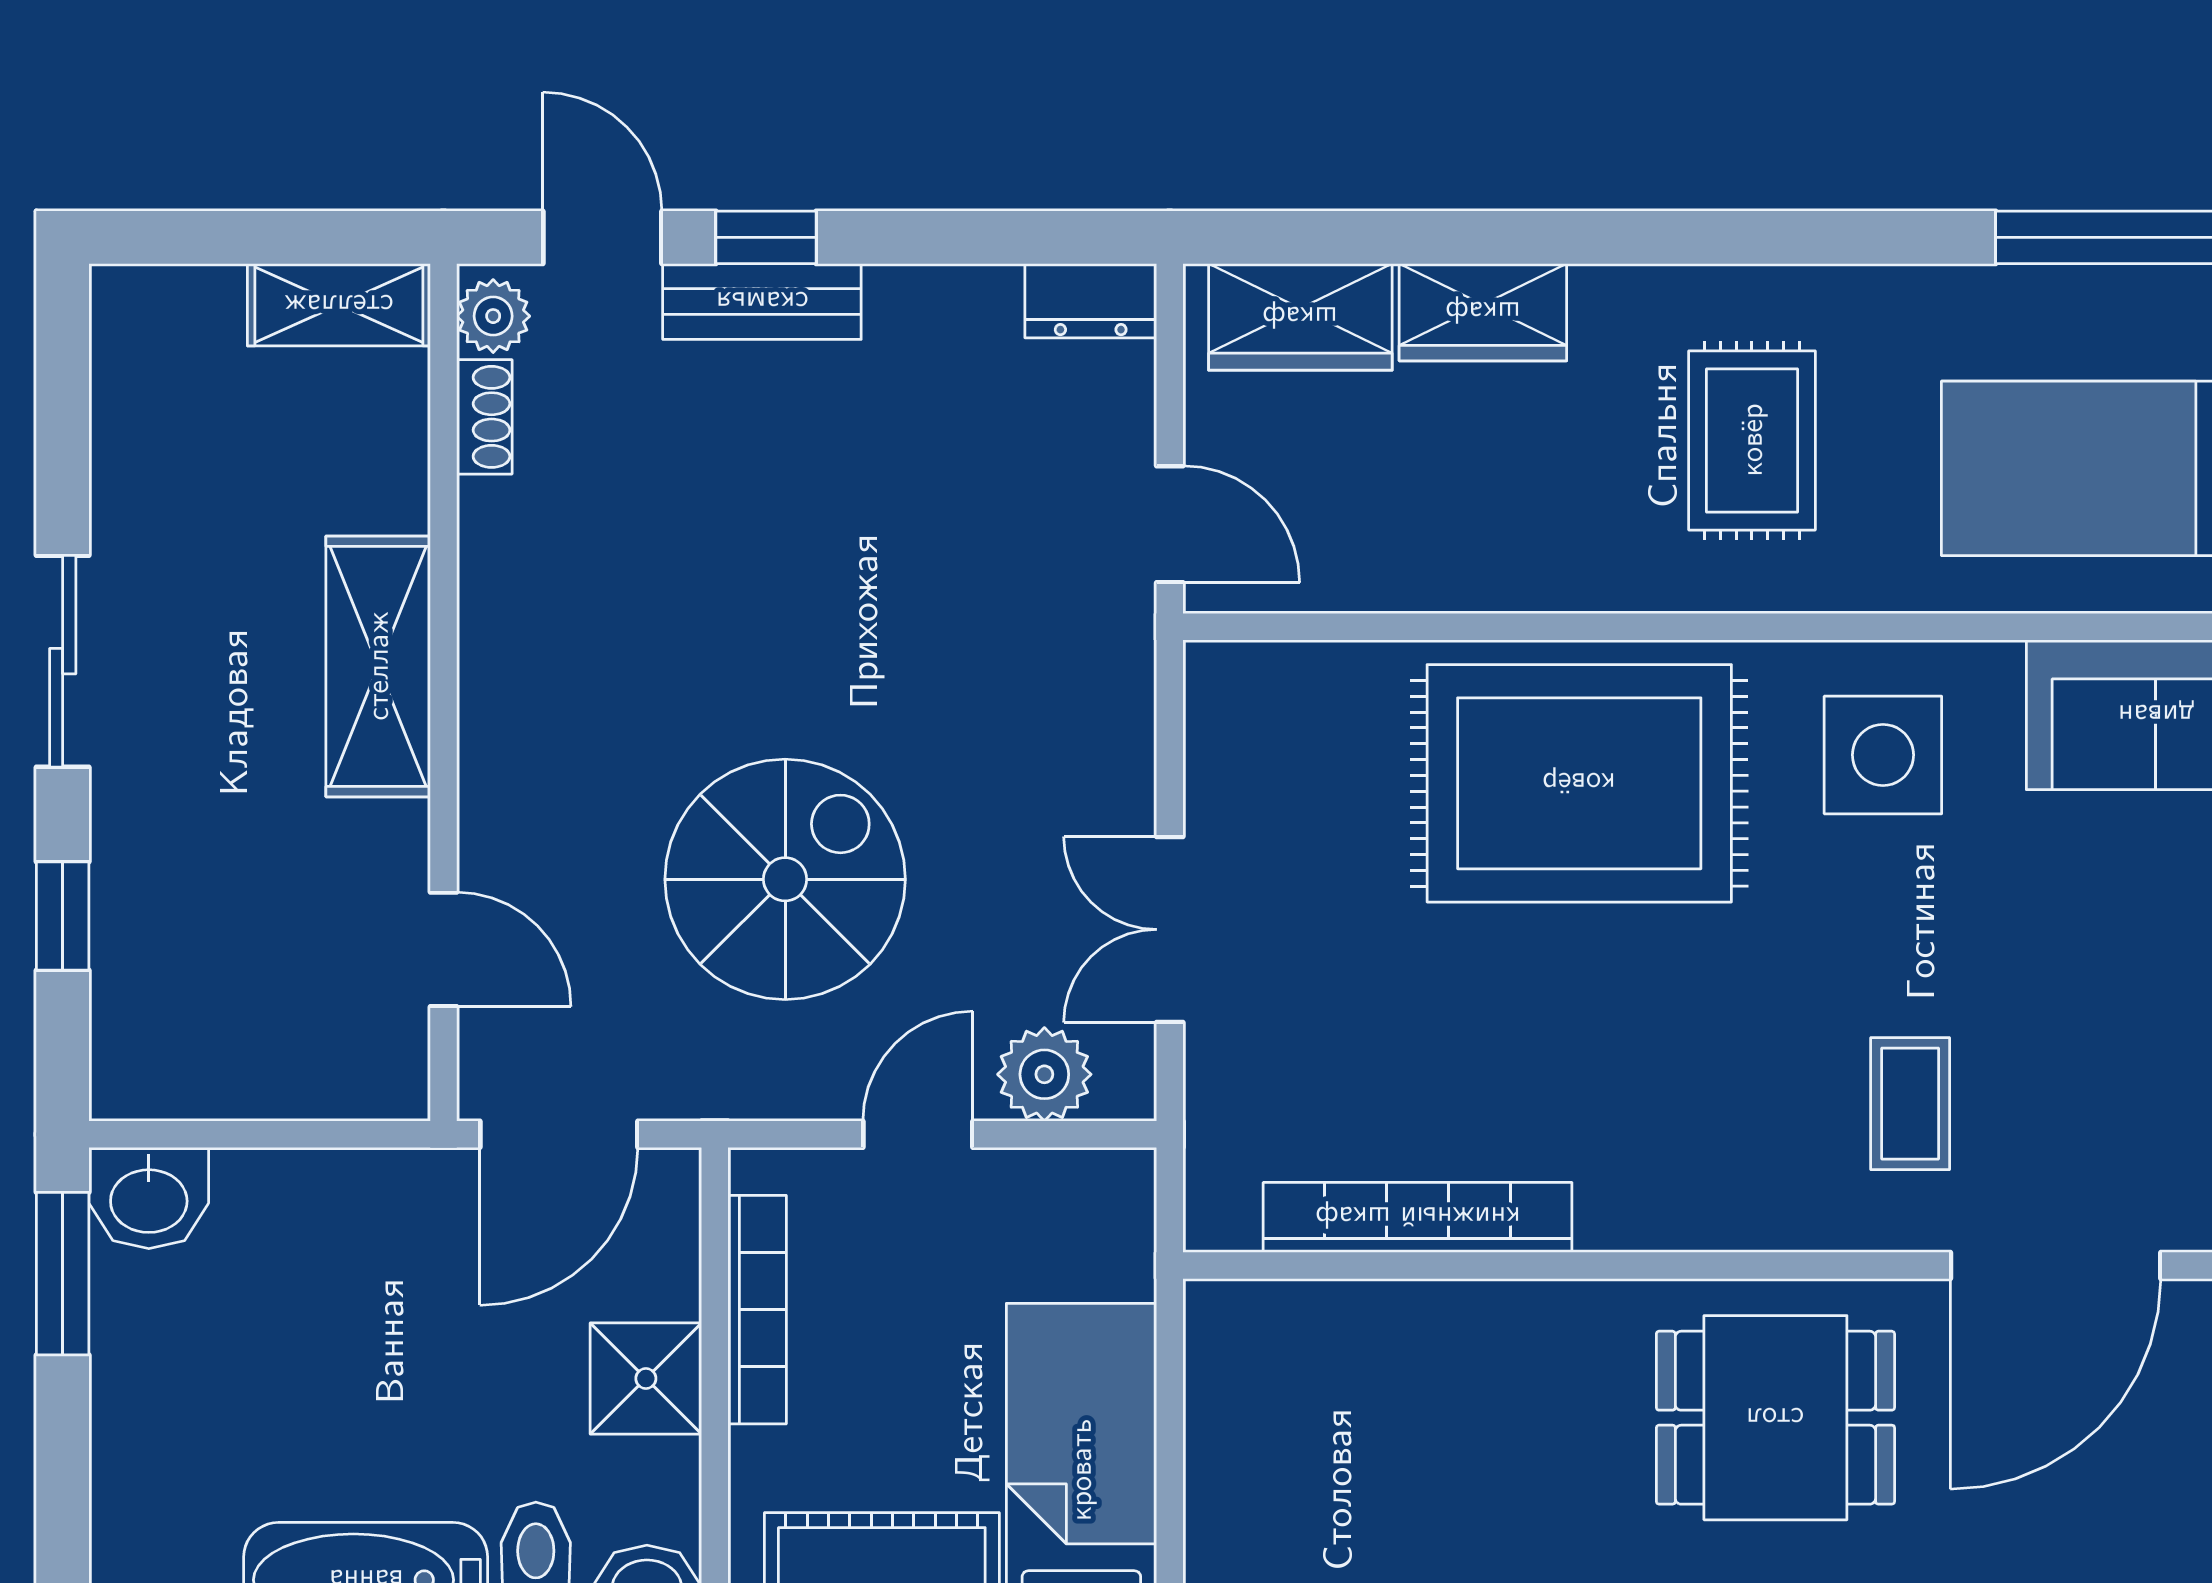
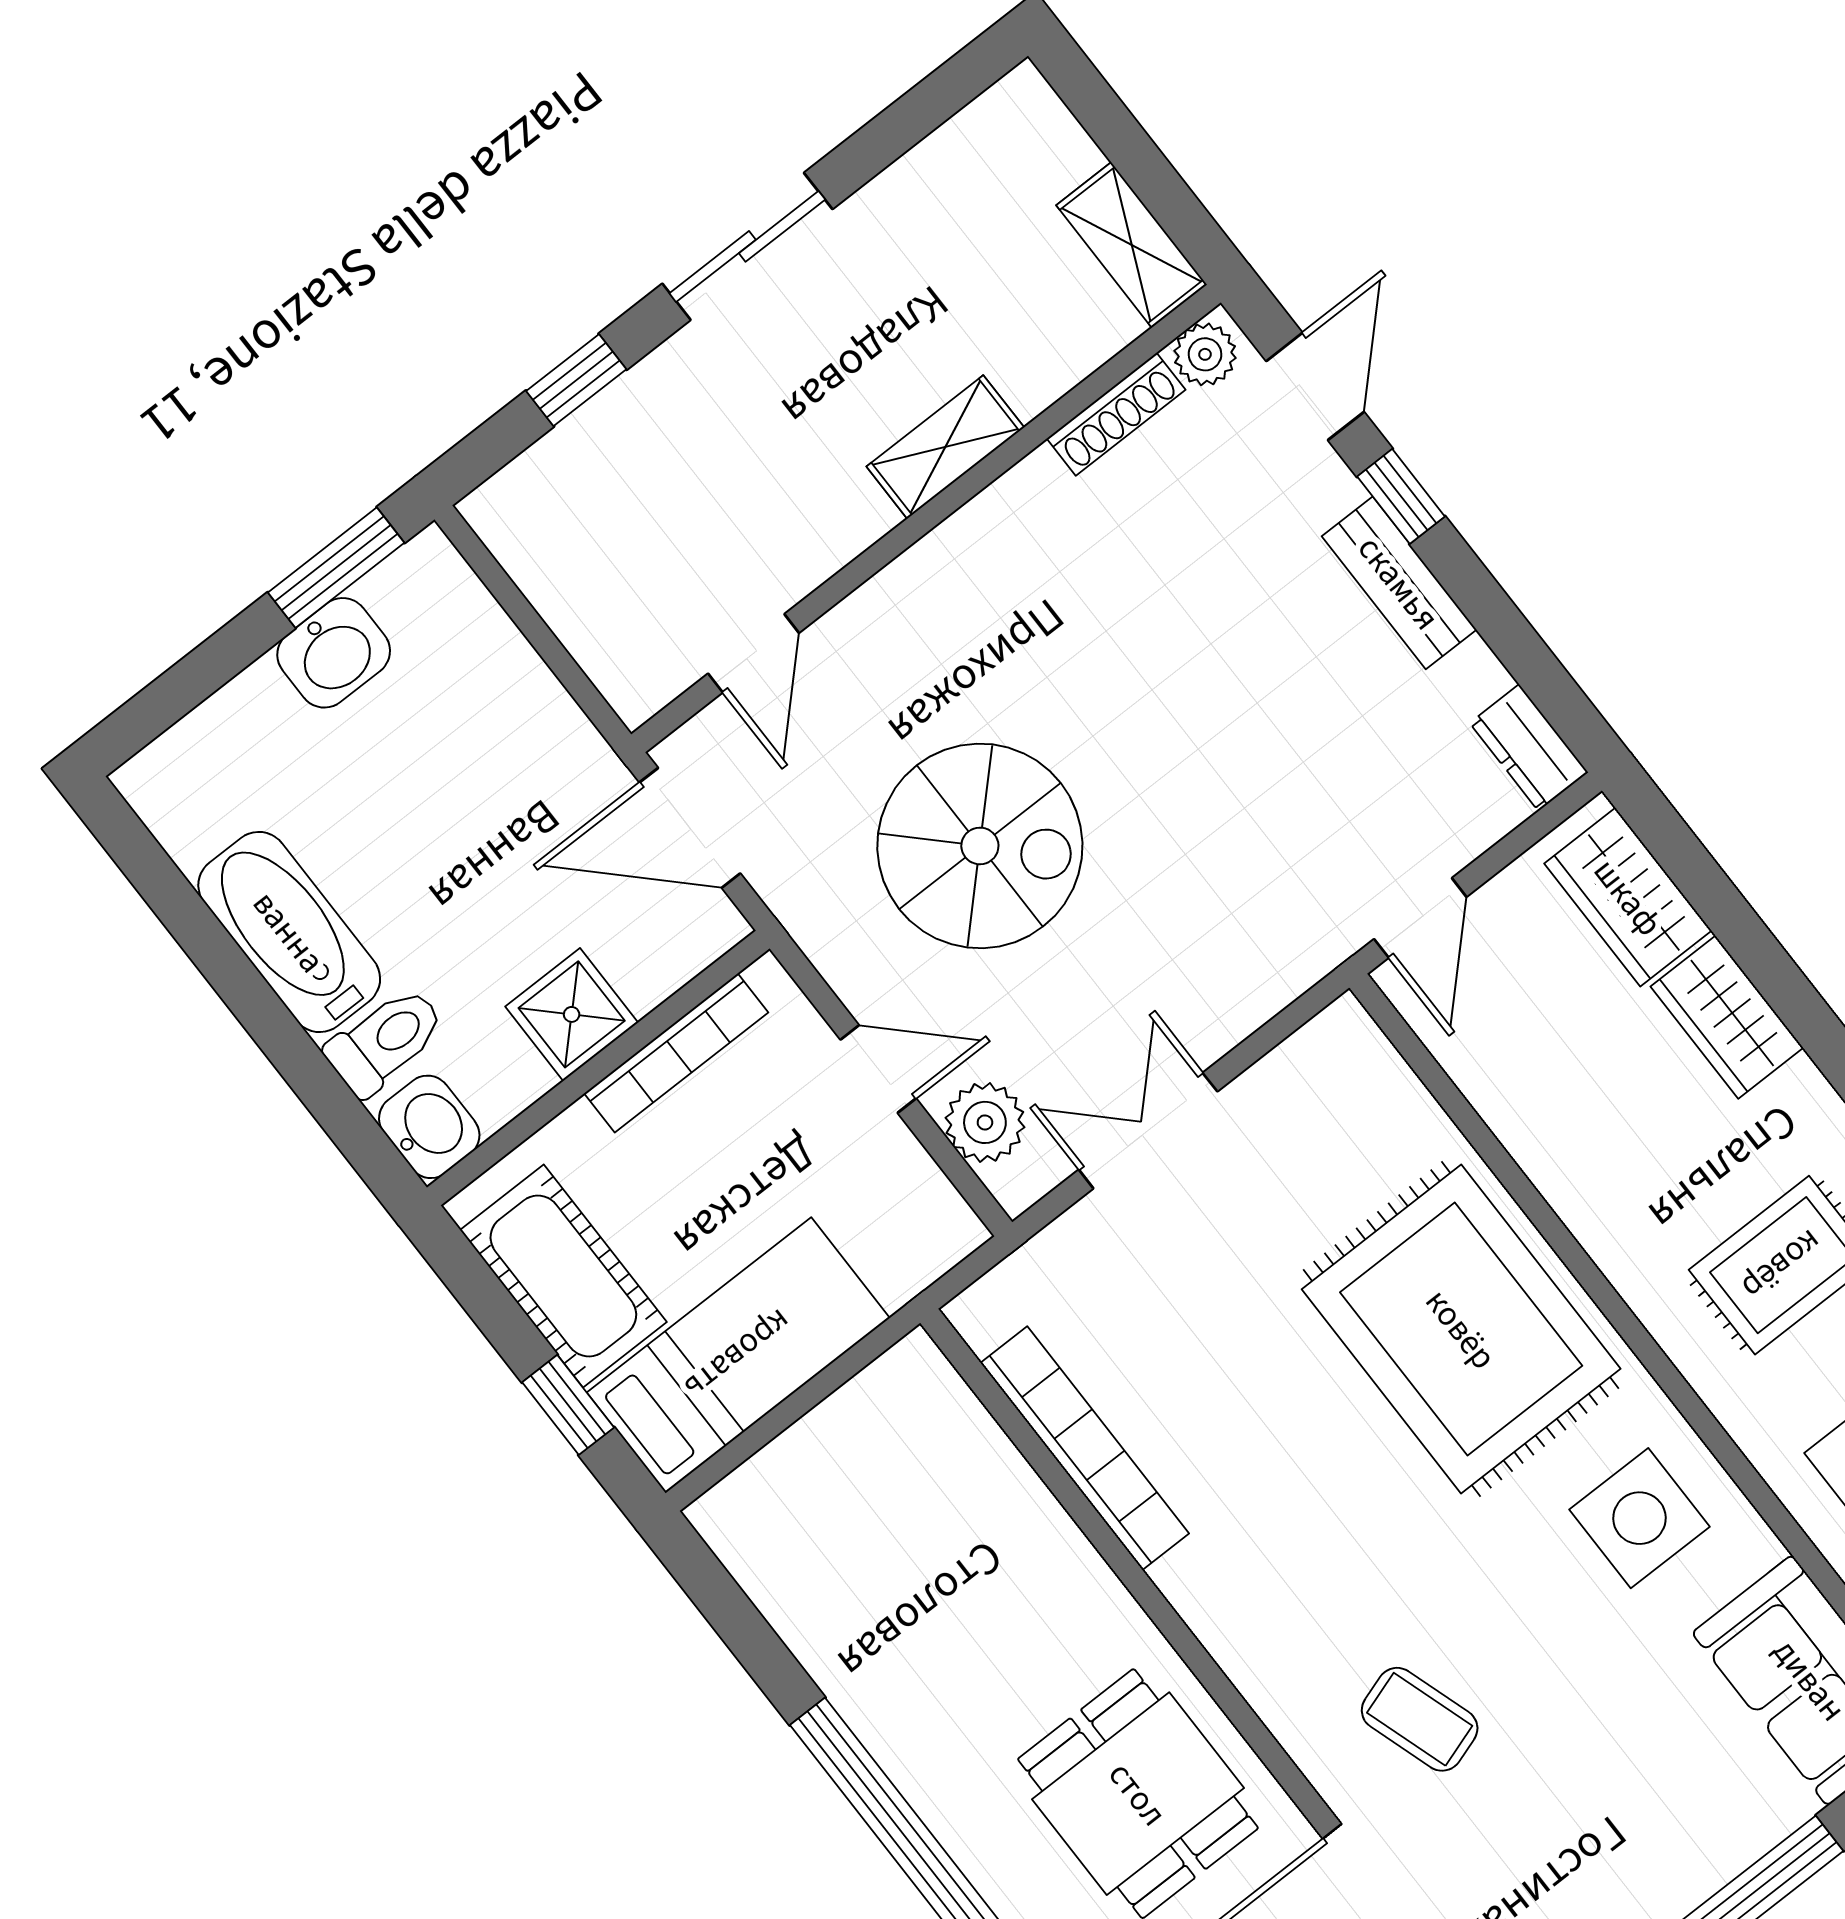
bench: (762, 302) -> (1399, 583), moved
shoe rack: (484, 417) -> (1116, 414), width x1.43
shelving: (378, 666) -> (945, 447), width x0.67, depth x0.75
coffee table: (1910, 1104) -> (1420, 1719), turned 72
washbasin: (149, 1198) -> (334, 653), moved, turned -90

